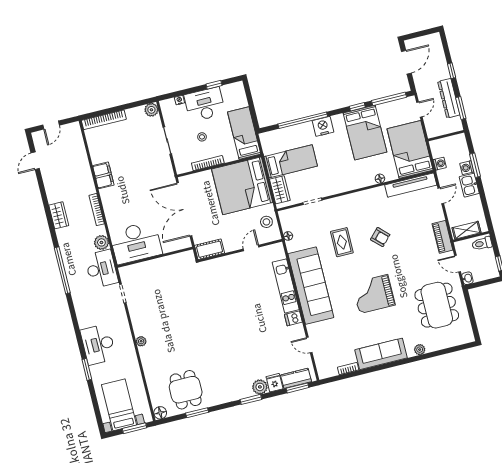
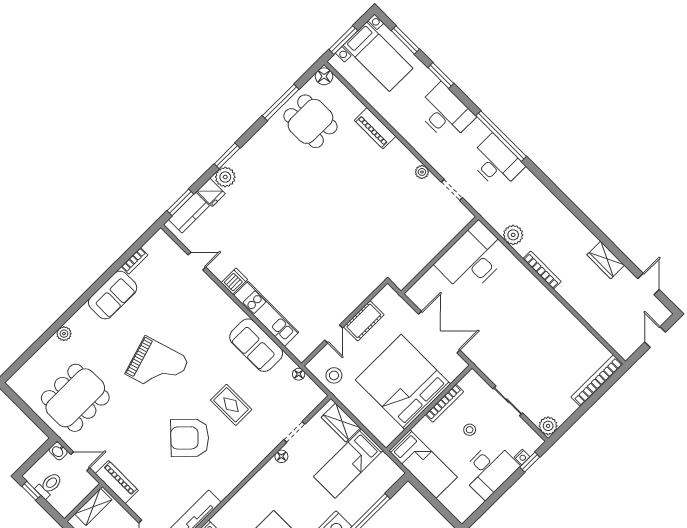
window: (214, 85) -> (530, 462), moved
filing cabinet: (103, 175) -> (558, 315), removed
floor lamp: (380, 179) -> (281, 456), moved
bed: (242, 186) -> (403, 382), moved, turned -90
double door: (184, 209) -> (439, 332), width x0.73
wardrobe: (59, 215) -> (606, 260), moved
armchair: (380, 237) -> (190, 438), width x1.88, depth x1.88
toilet: (482, 244) -> (49, 485), moved
cot: (210, 249) -> (364, 321), moved
desk: (101, 269) -> (496, 162), moved, turned 180
window: (62, 270) -> (501, 136), moved
sofa: (311, 286) -> (256, 345), width x0.54, depth x0.79
grand piano: (374, 294) -> (157, 366), turned 73
dining table: (437, 305) -> (75, 398), turned 90
plant: (141, 341) -> (422, 172), moved
sofa: (381, 354) -> (113, 295), width x0.73
piano: (148, 361) -> (375, 128), added
window: (96, 405) -> (405, 40), added
window: (197, 413) -> (281, 103), width x1.44

